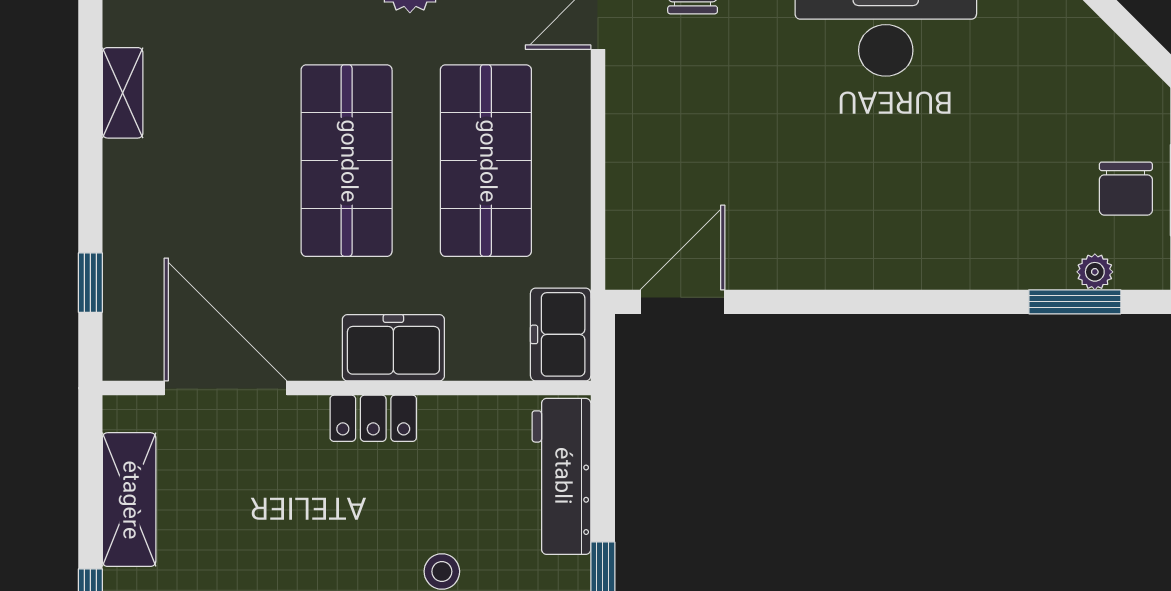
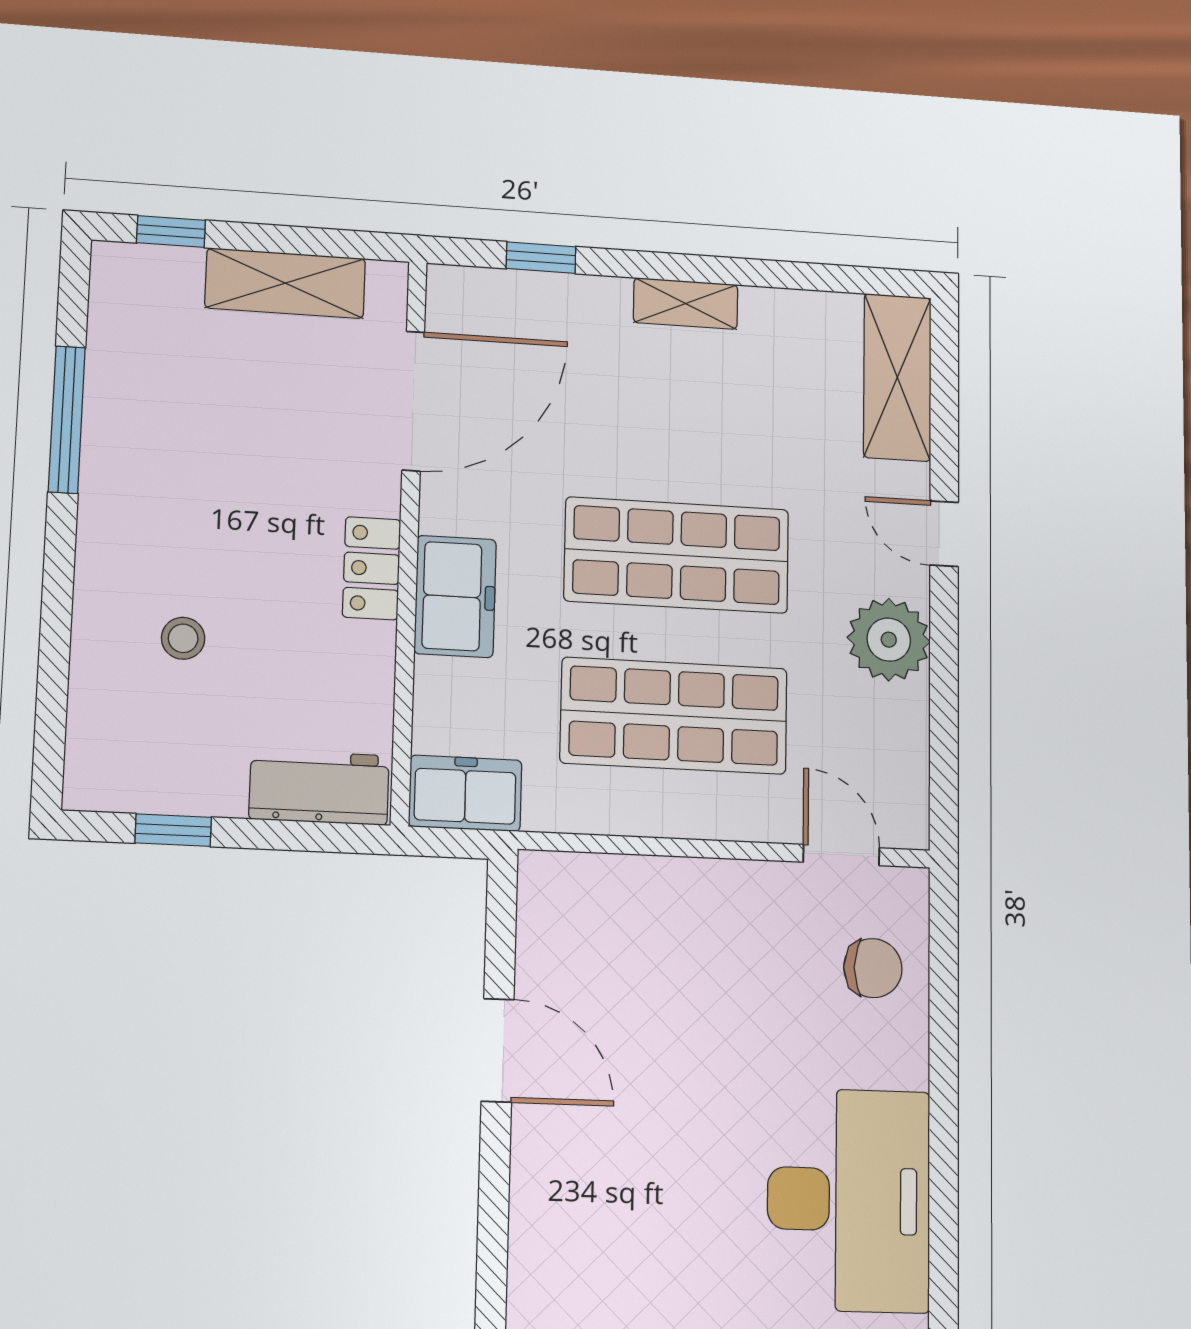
shelving: (123, 93) -> (686, 304), moved
door: (683, 302) -> (498, 1050), moved
workbench: (561, 476) -> (319, 787), width x0.73

